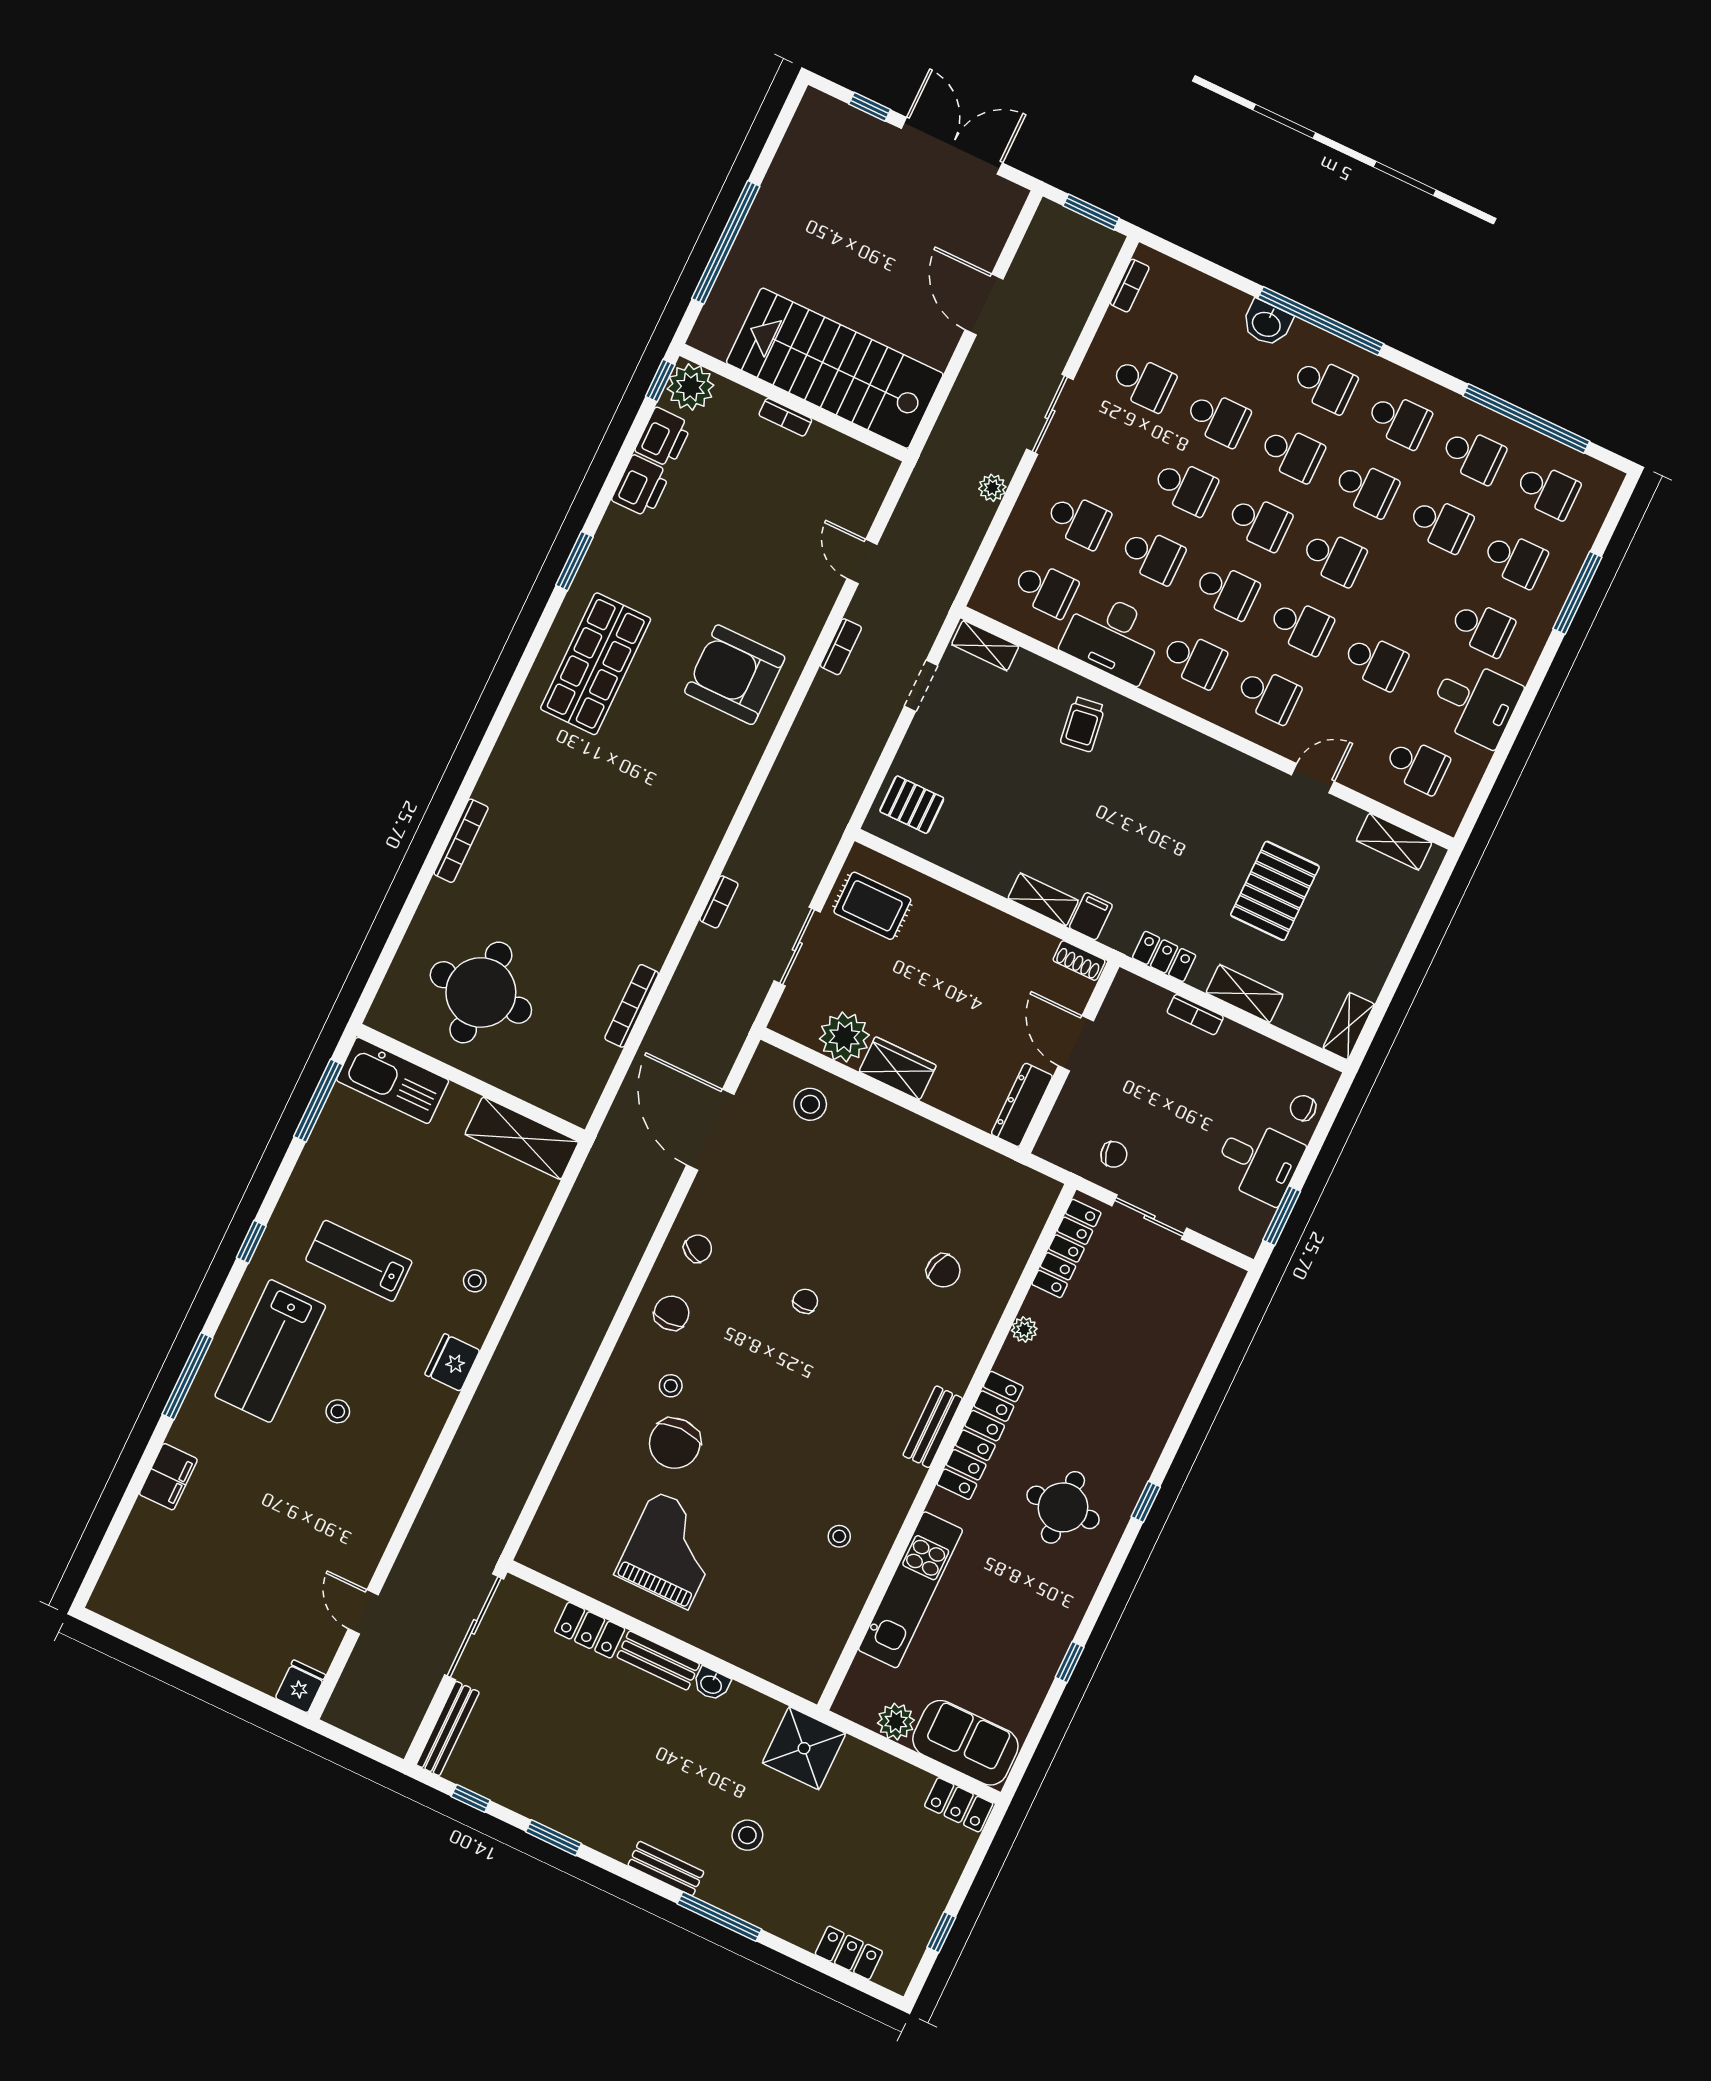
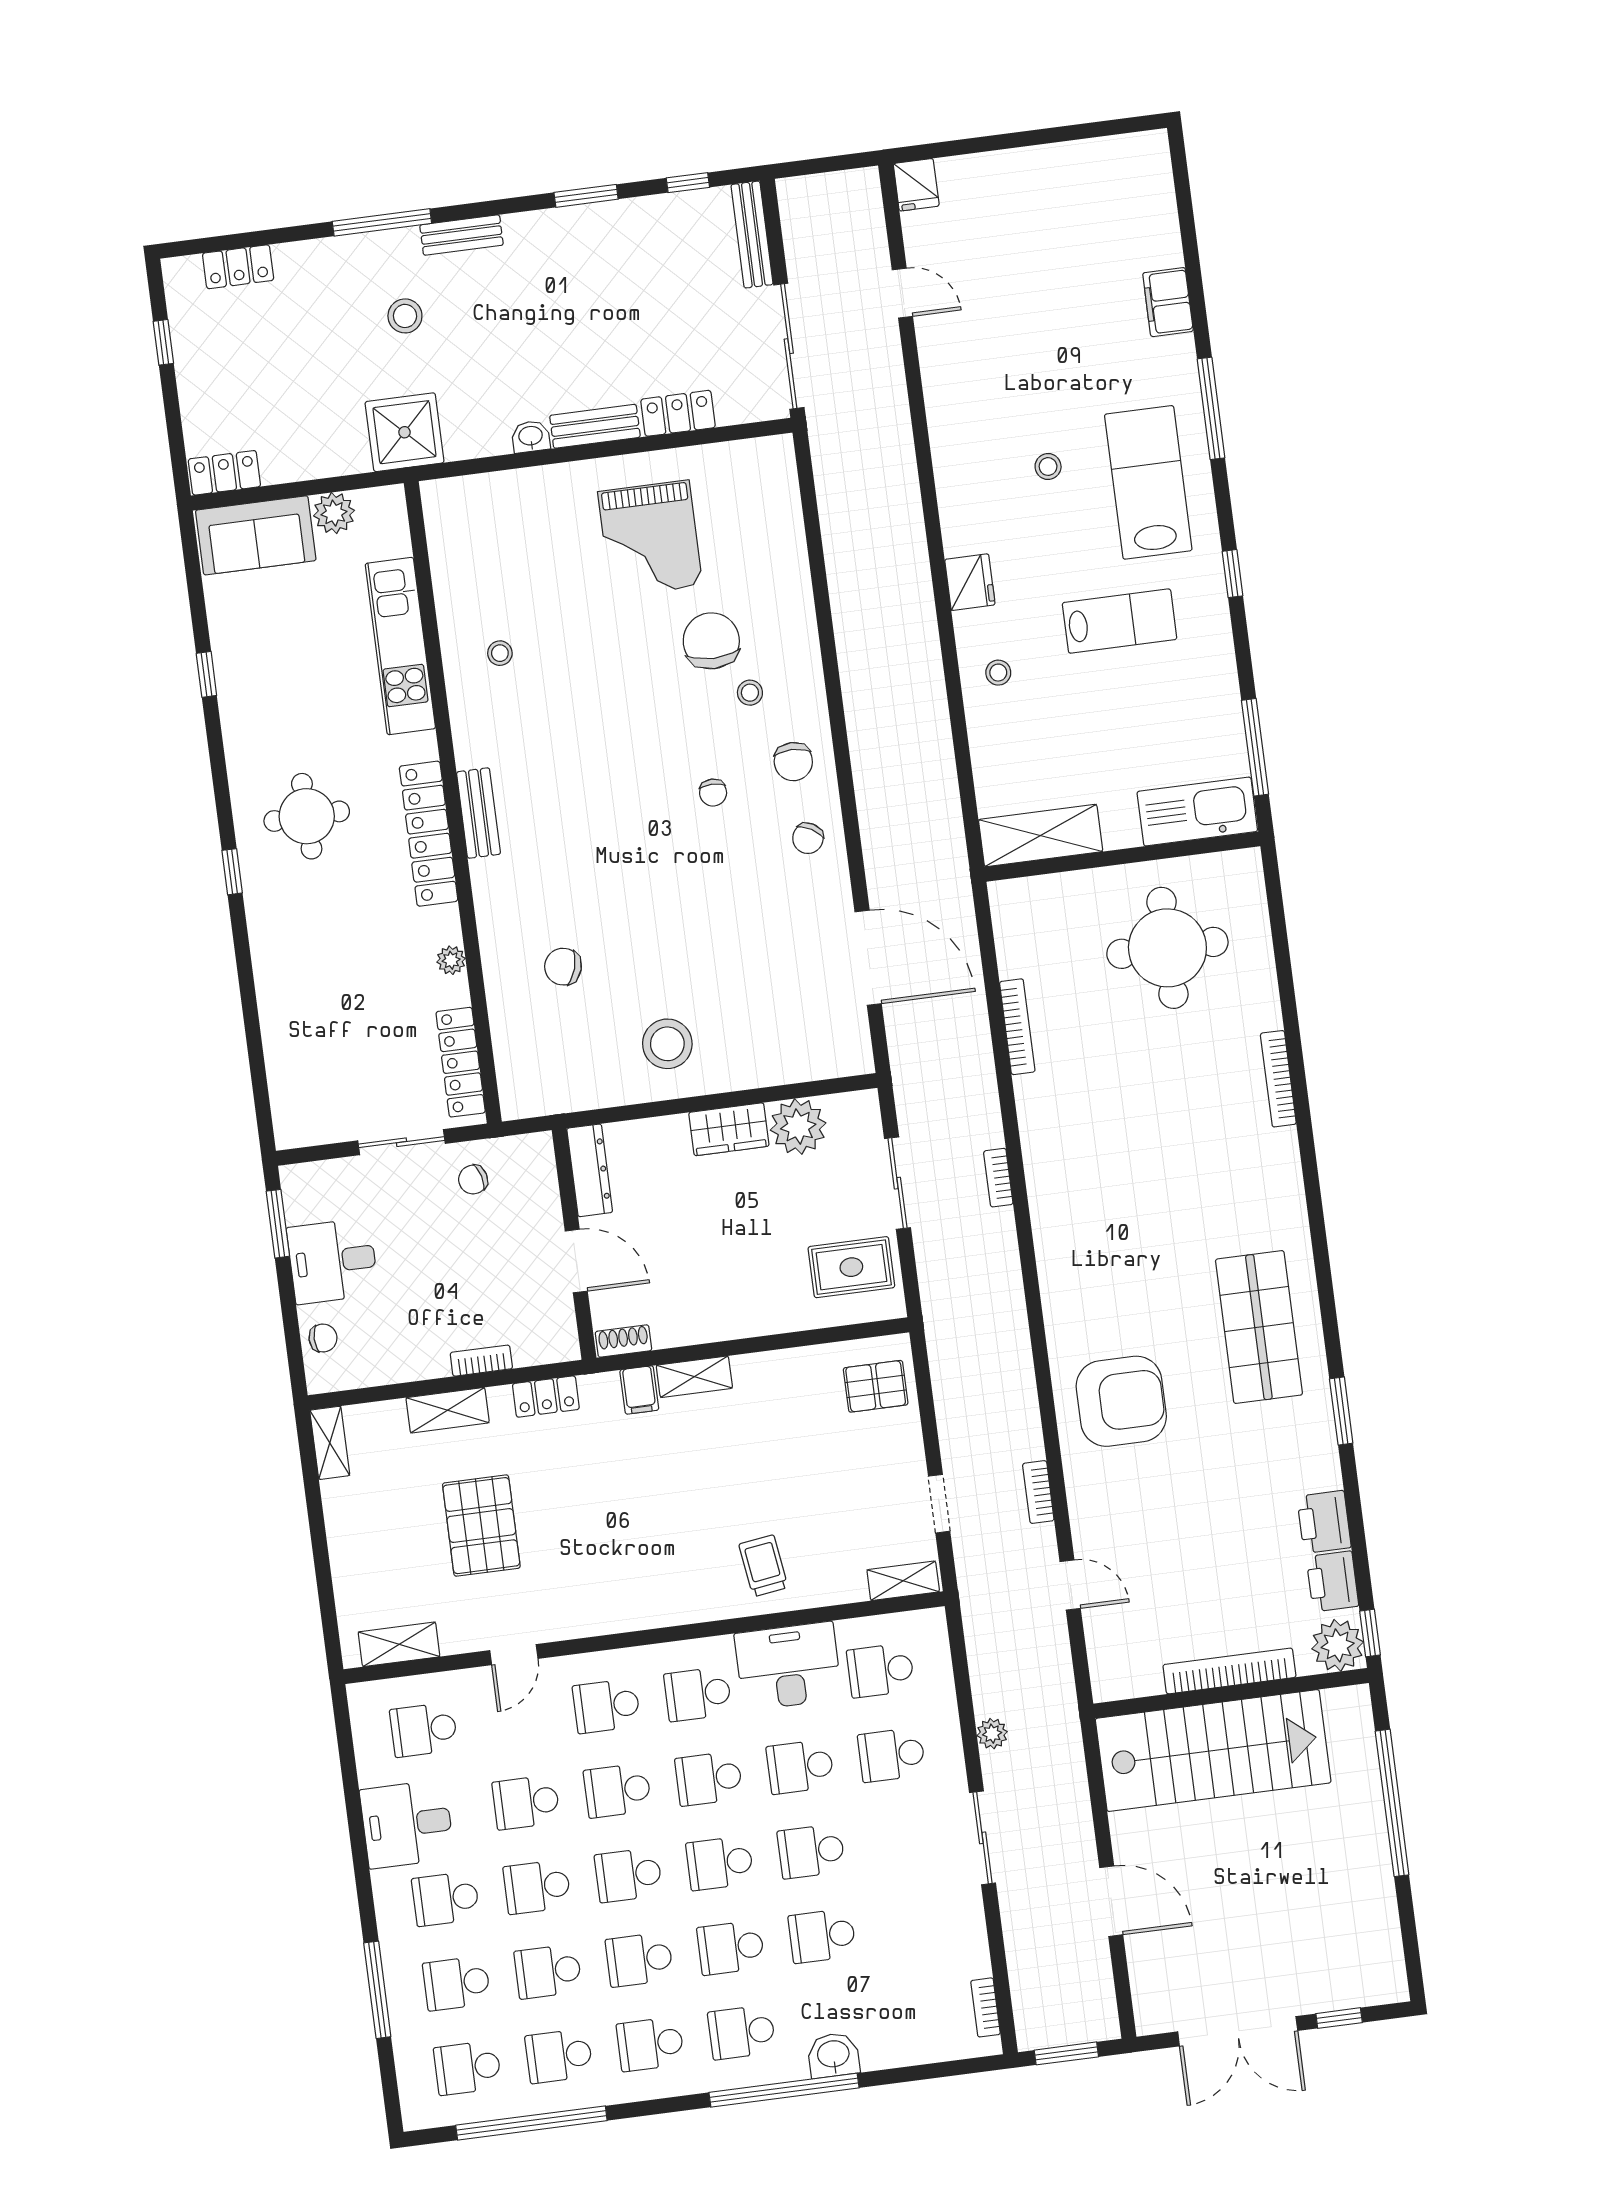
school desk: (1143, 383) -> (537, 1887), moved
bookcase: (785, 417) -> (1229, 1671), width x2.31, depth x1.31
stool: (810, 1104) -> (667, 1044), moved, width x1.38, depth x1.38
chair: (805, 1301) -> (713, 793), moved

